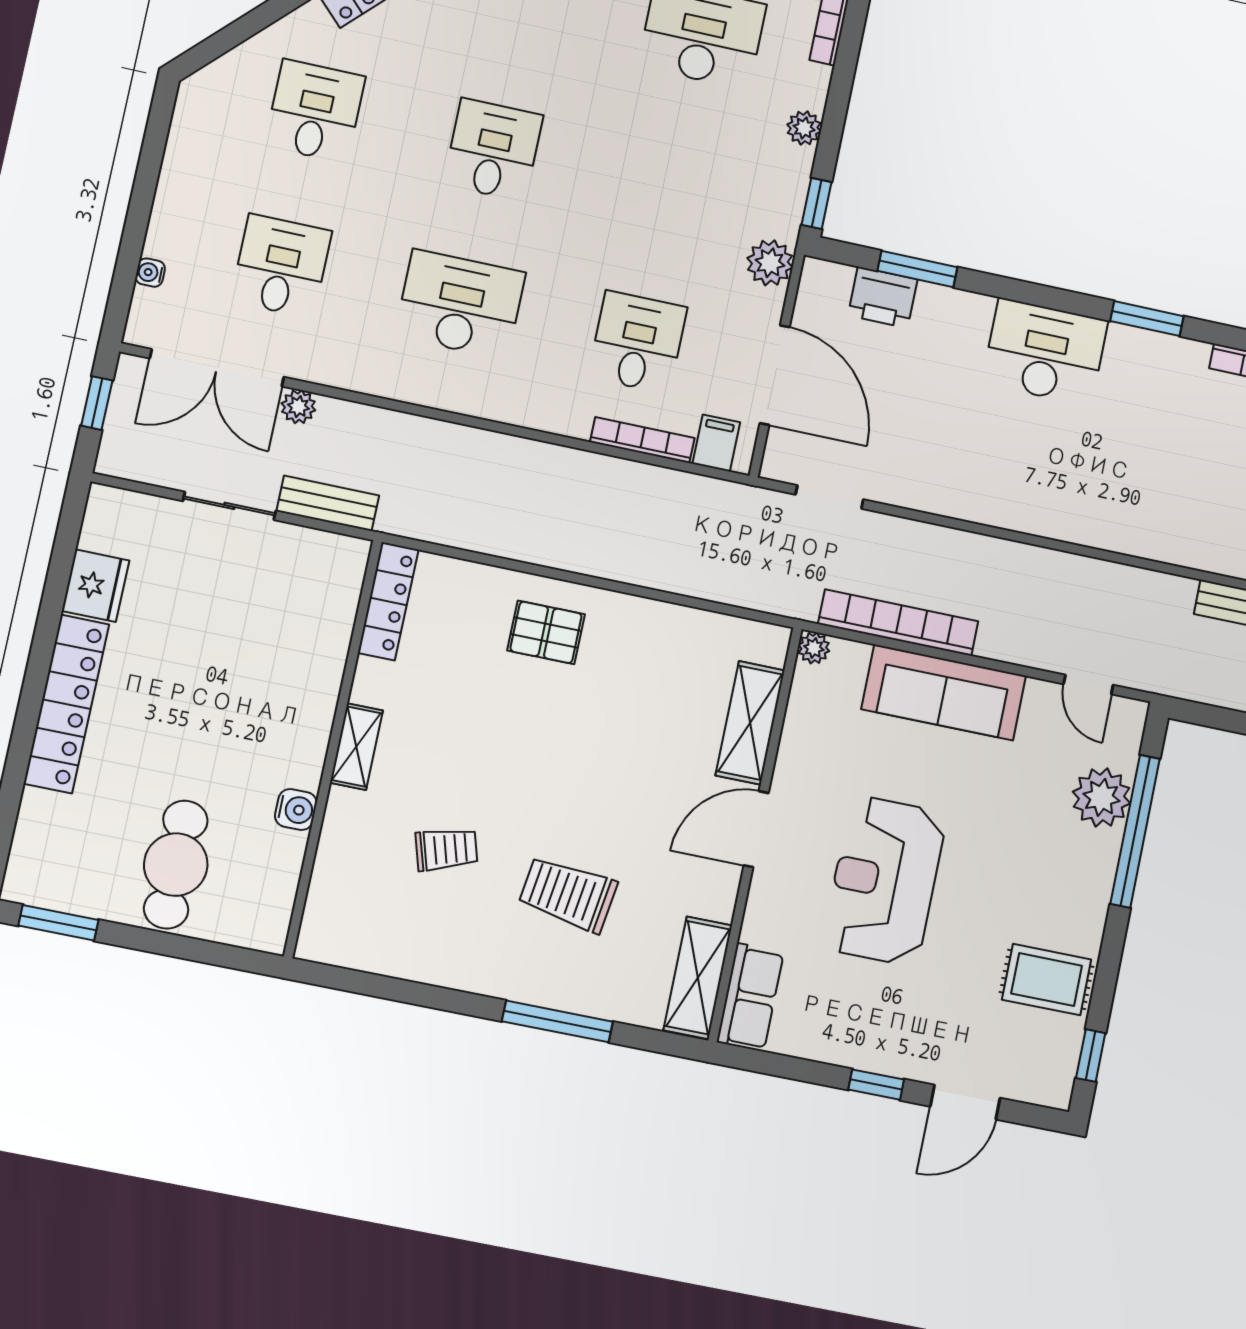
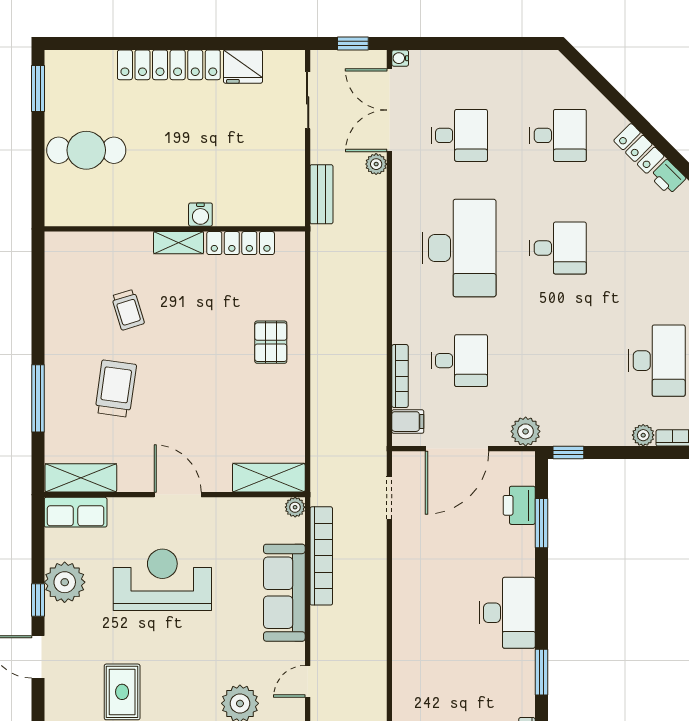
plant: (804, 128) -> (643, 435), moved
water cooler: (150, 273) -> (400, 58), moved, turned -90
desk: (460, 304) -> (459, 248), width x1.36, depth x1.30
sliding door: (229, 506) -> (308, 100), moved
locker: (388, 601) -> (241, 243), moved
shelving: (750, 723) -> (269, 478), moved
water cooler: (296, 810) -> (200, 215), moved
plant: (857, 1036) -> (65, 582), added

